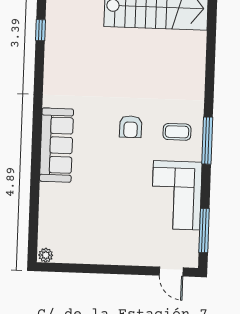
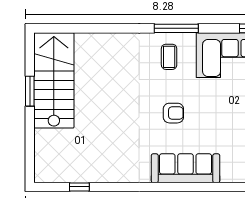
armchair: (131, 127) -> (173, 113), moved

